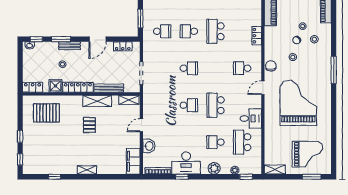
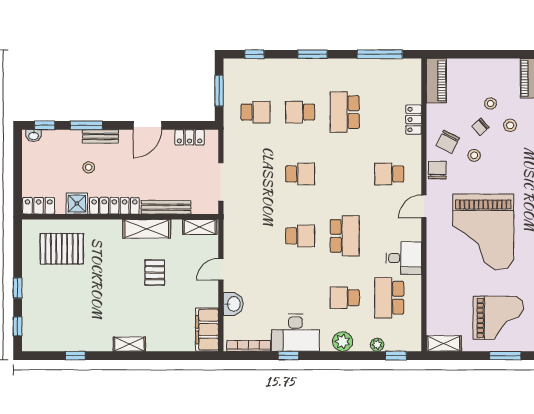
chair: (277, 49) -> (448, 142), added
grand piano: (298, 103) -> (483, 232), turned 180
school desk: (215, 105) -> (345, 236), turned 180
pallet: (89, 125) -> (155, 273), moved

